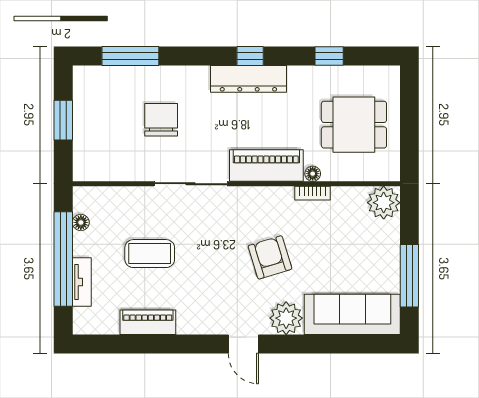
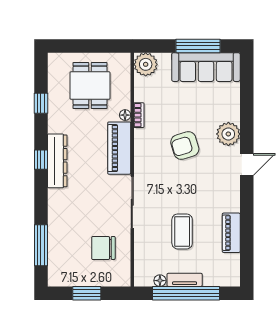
chair: (161, 120) -> (103, 248), moved
tv unit: (82, 282) -> (185, 280), moved
sofa: (352, 314) -> (206, 67), moved, turned -90

